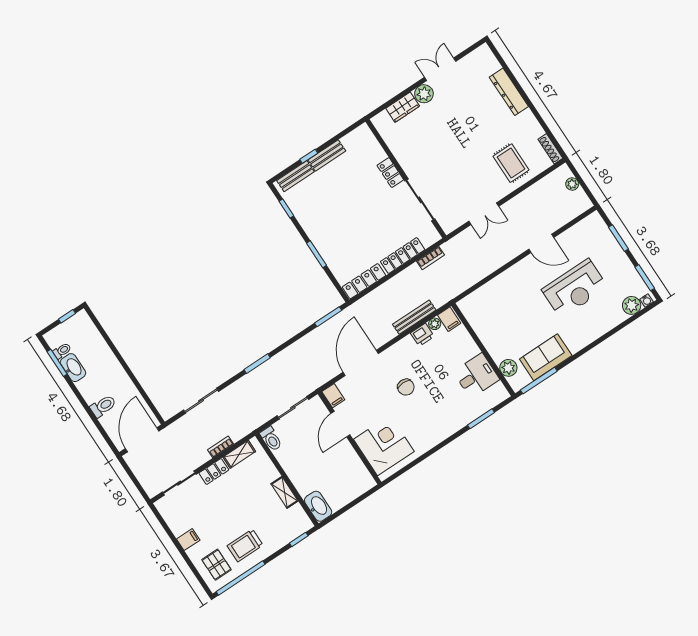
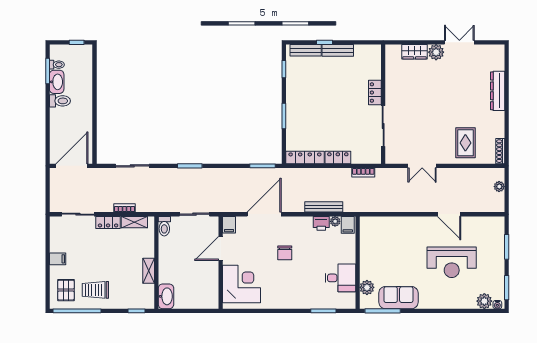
locker: (403, 256) -> (338, 157), width x0.66
toilet: (103, 406) -> (60, 101), moved

